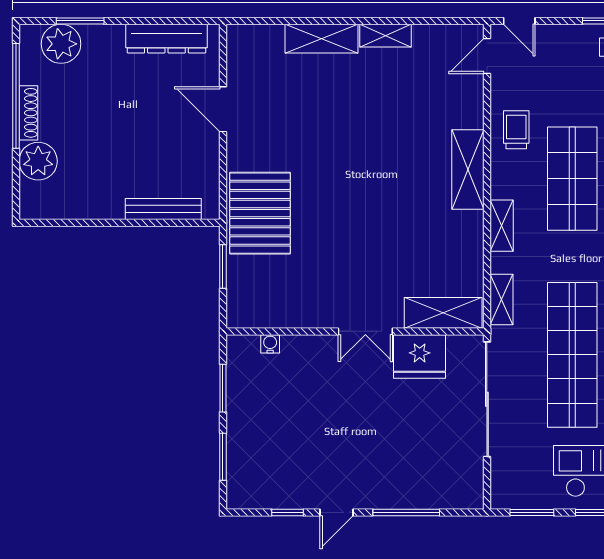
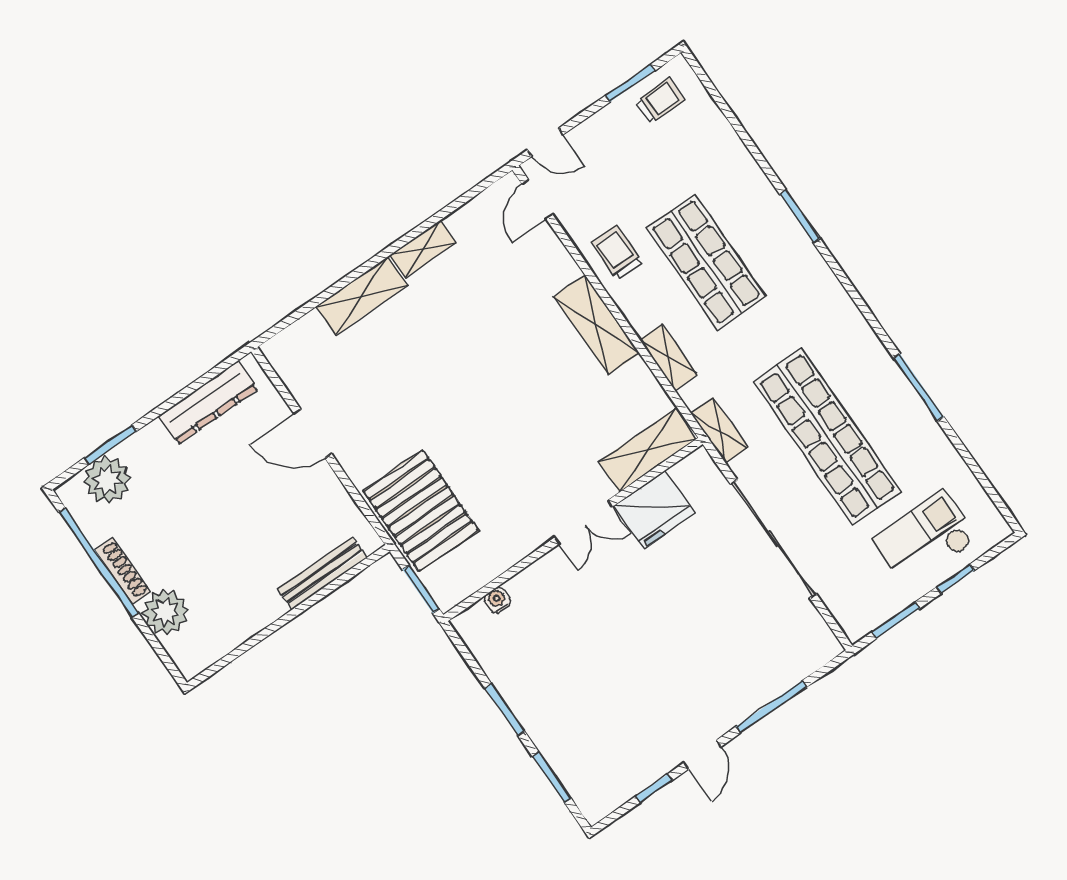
shelving: (443, 313) -> (647, 450), moved
wall: (355, 331) -> (573, 529), moved
double door: (365, 331) -> (583, 522), moved
water cooler: (270, 344) -> (498, 600), moved
fridge: (420, 356) -> (654, 510), moved

